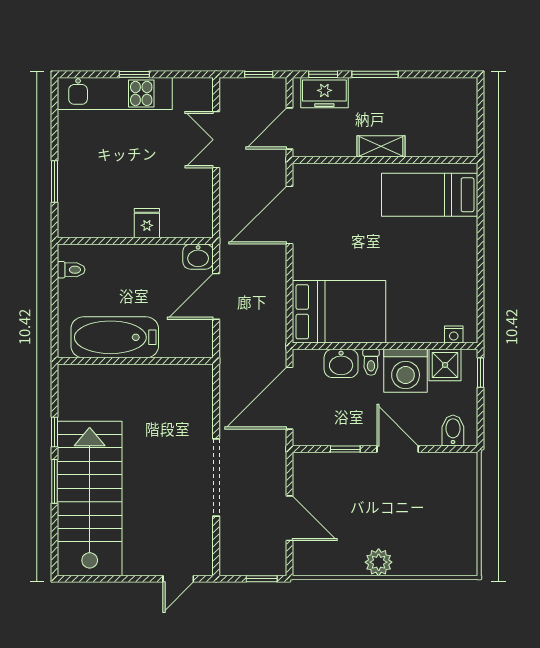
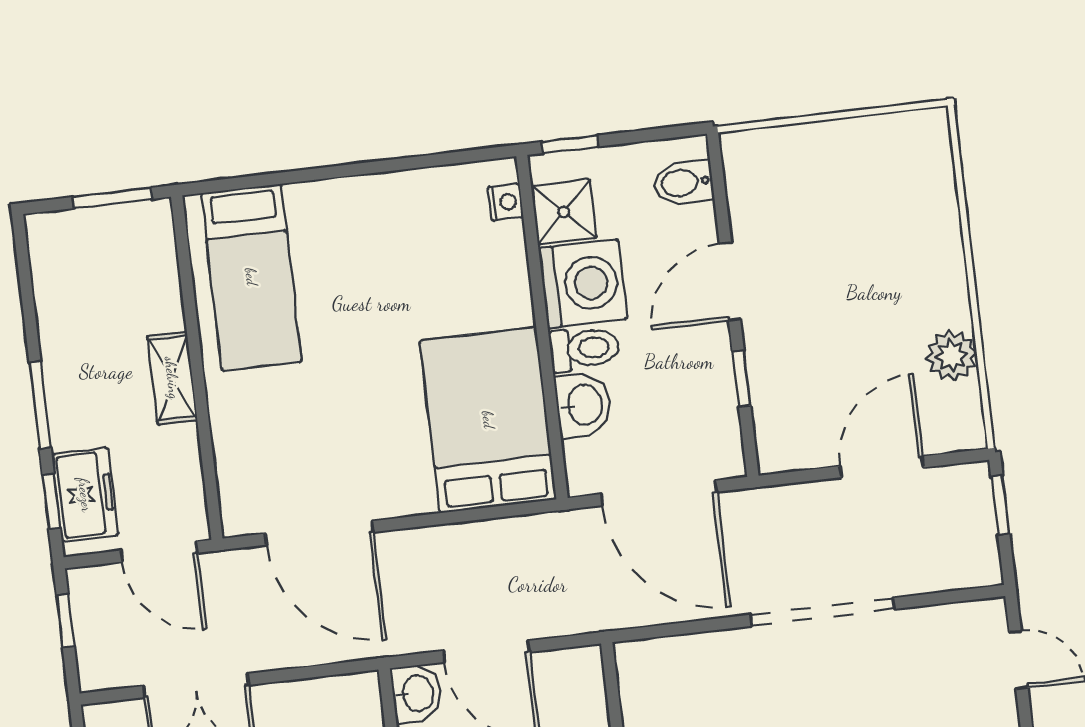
window: (481, 126) -> (112, 198), added
toilet: (371, 362) -> (584, 349), width x1.37, depth x1.39
plant: (379, 562) -> (952, 356), moved

